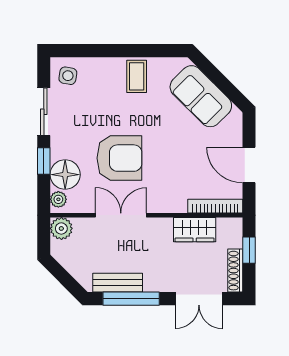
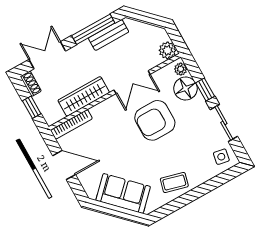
coffee table: (137, 76) -> (174, 182), turned -75
wardrobe: (195, 230) -> (84, 96), width x1.50
shoe rack: (235, 271) -> (31, 84), width x0.70

